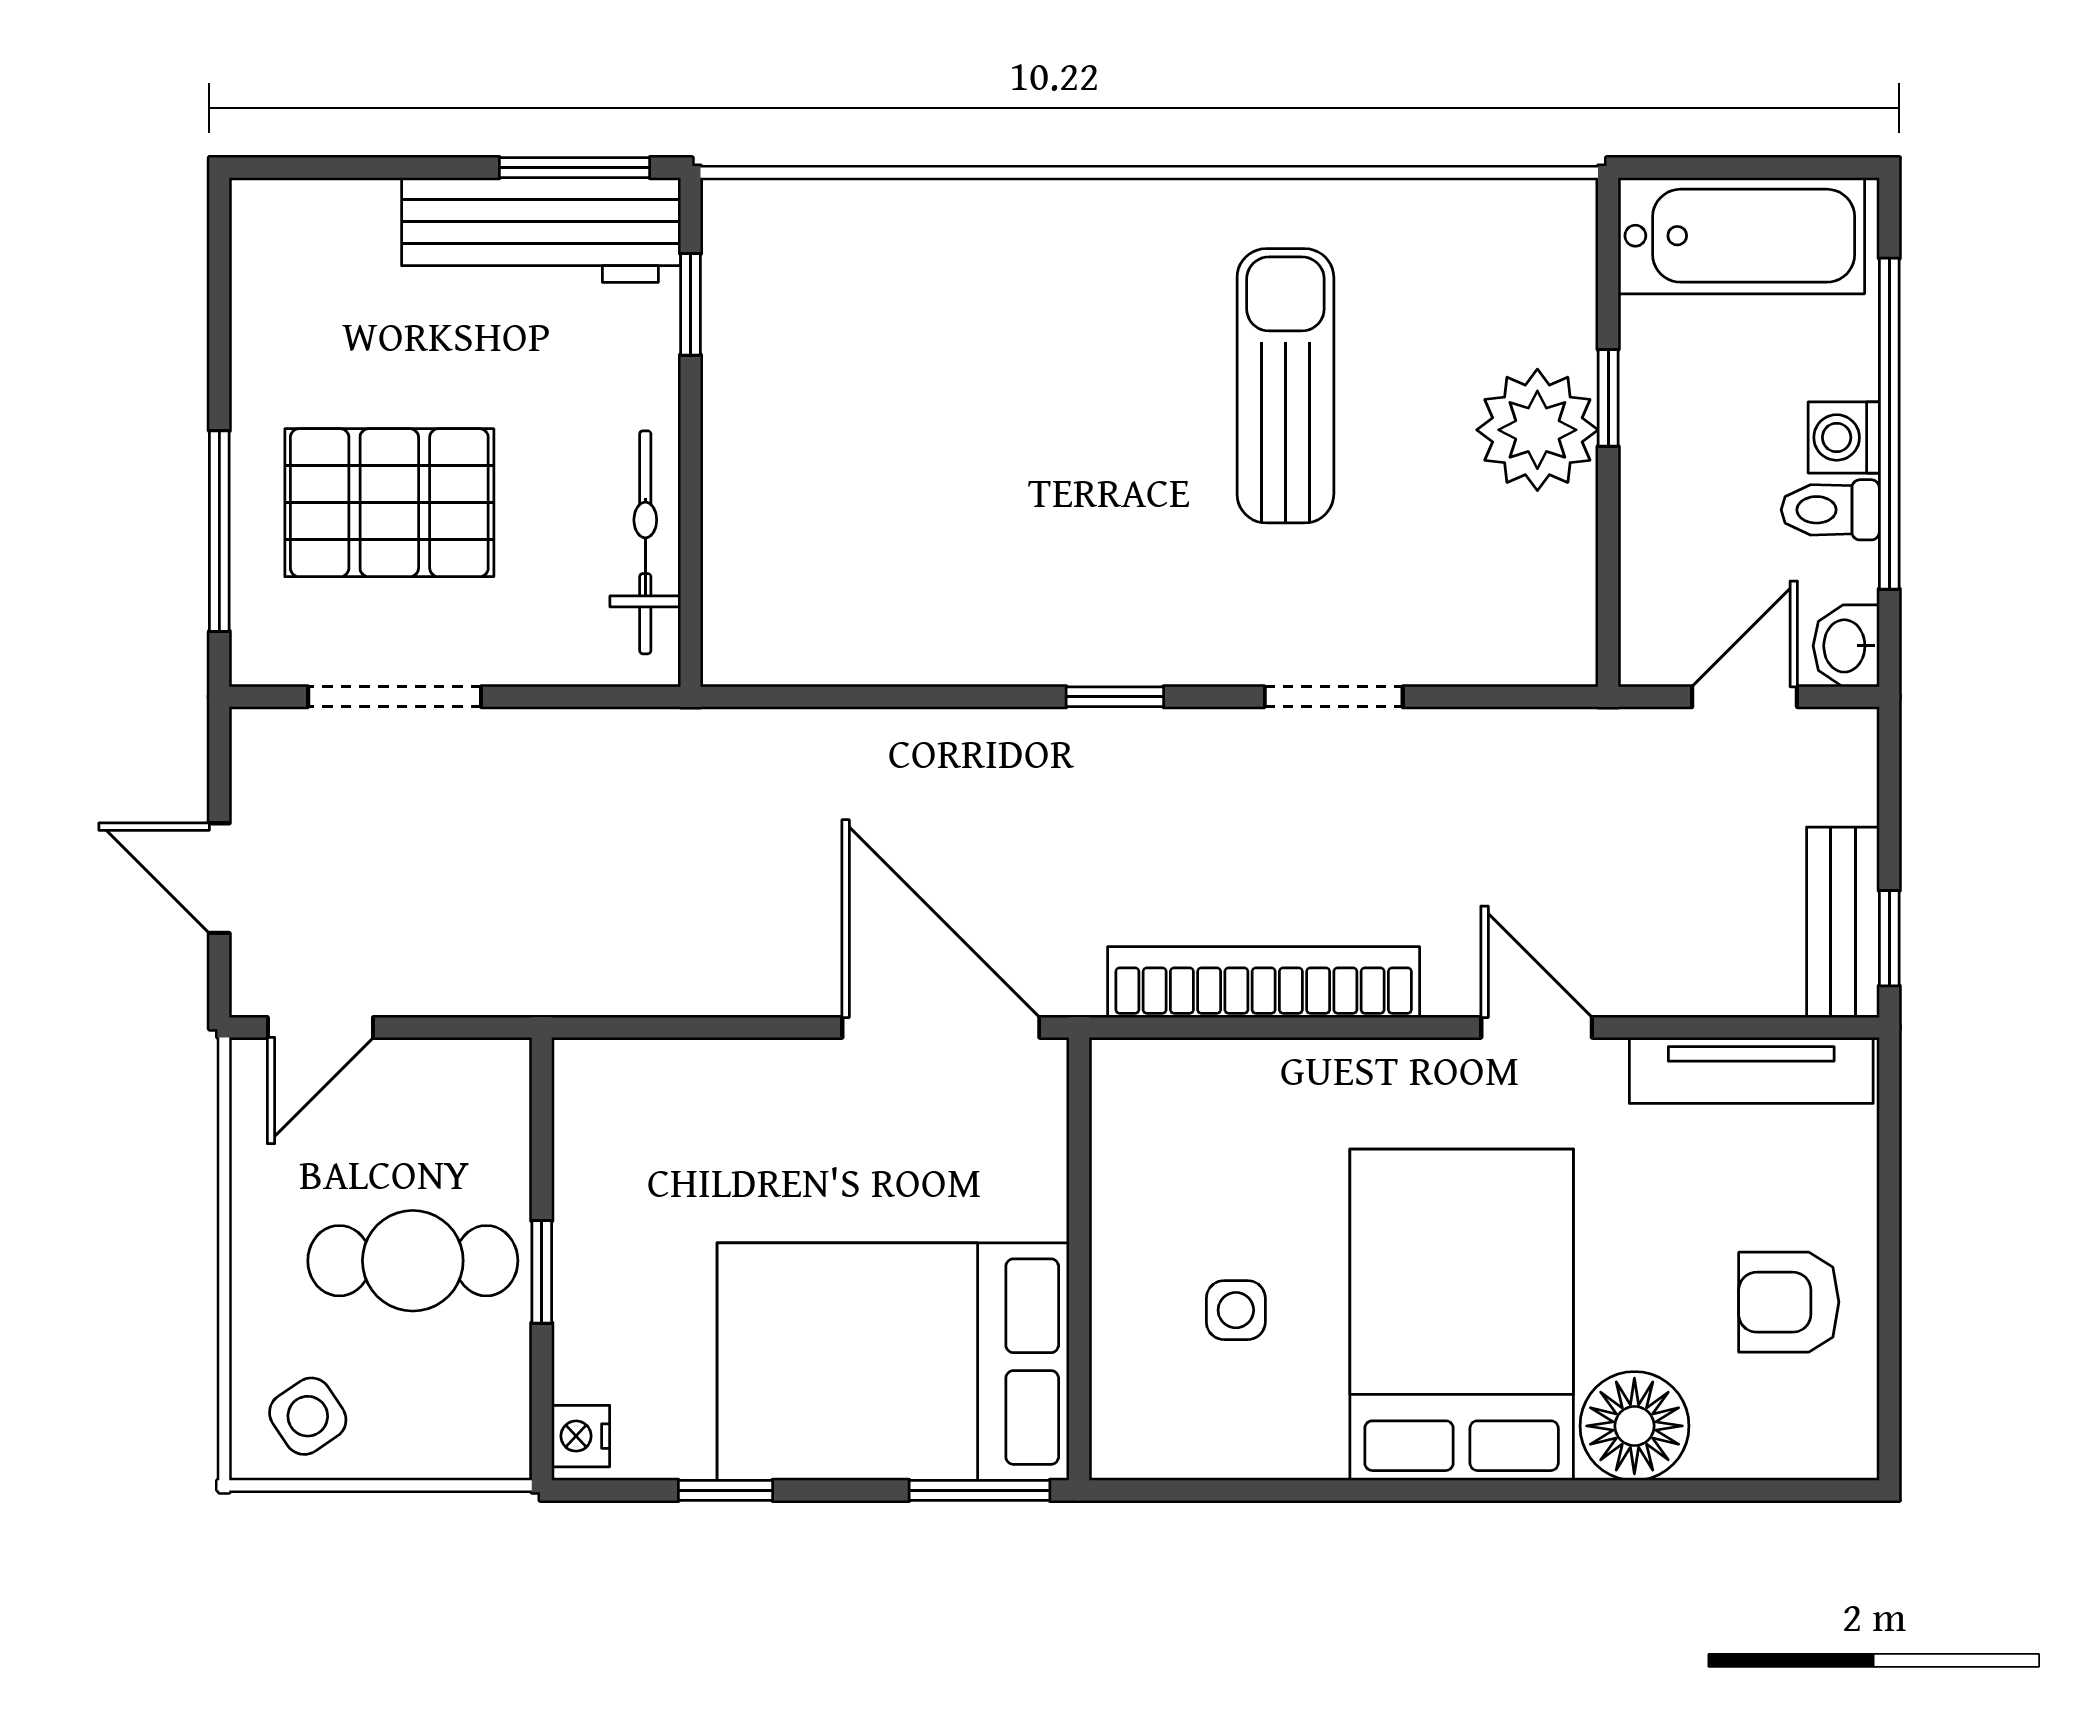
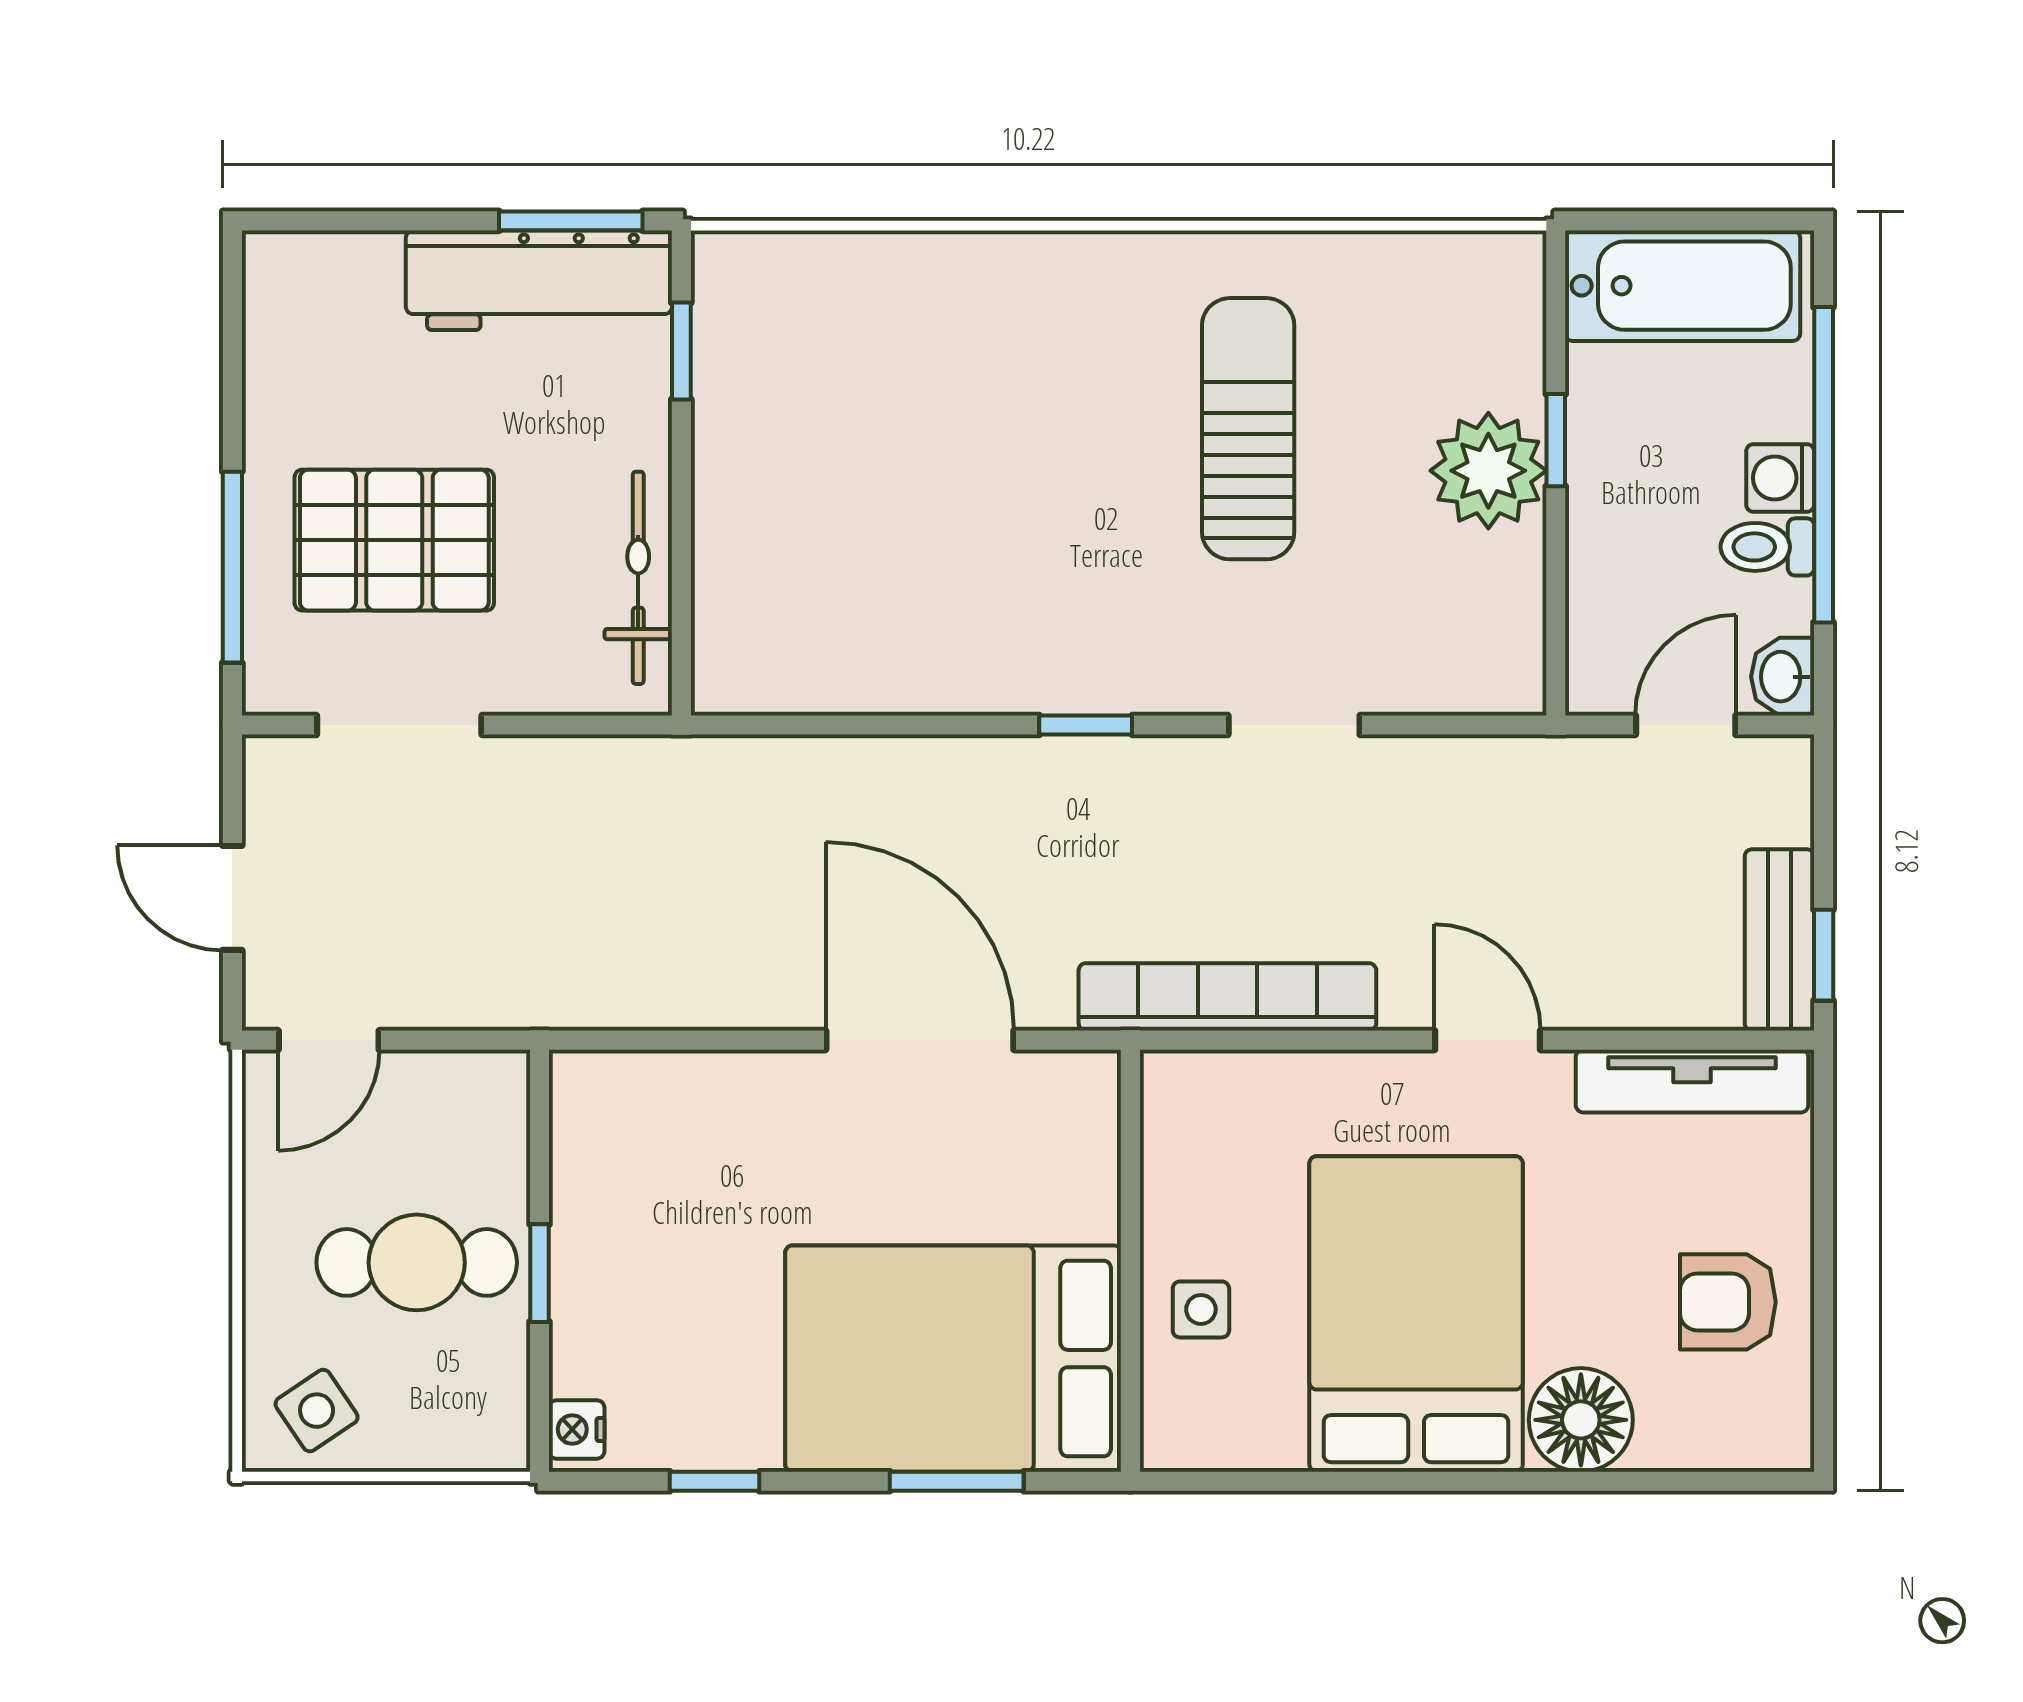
wall: (1079, 1259) -> (1130, 1261), moved
bed: (893, 1362) -> (953, 1359), moved

